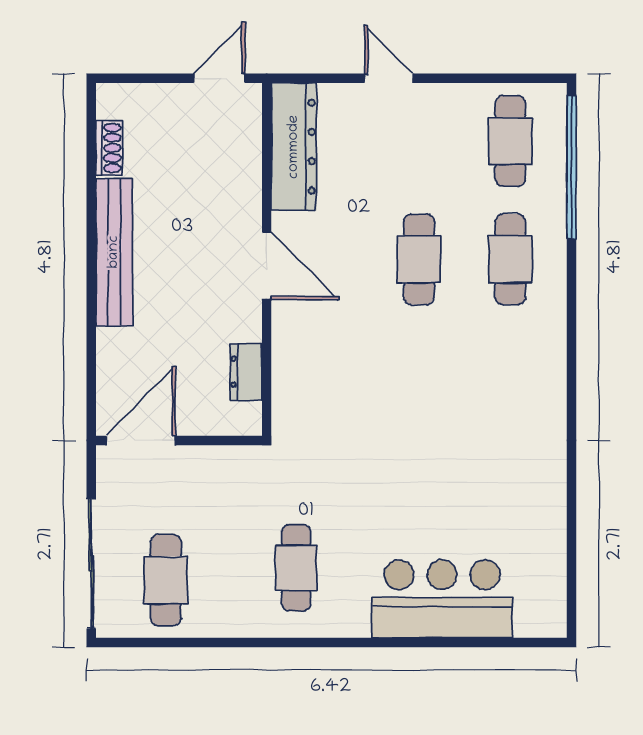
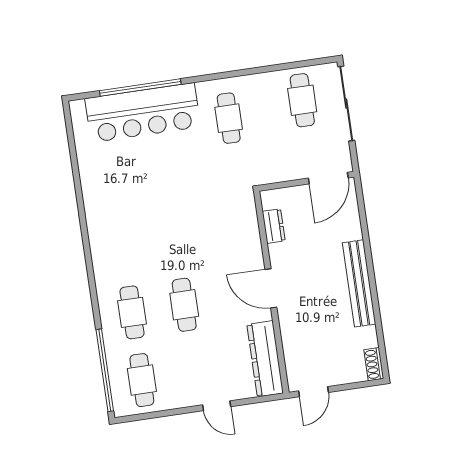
shoe rack: (109, 148) -> (374, 364), moved
bar counter: (442, 599) -> (143, 113), width x1.36
window: (440, 642) -> (140, 87), added

